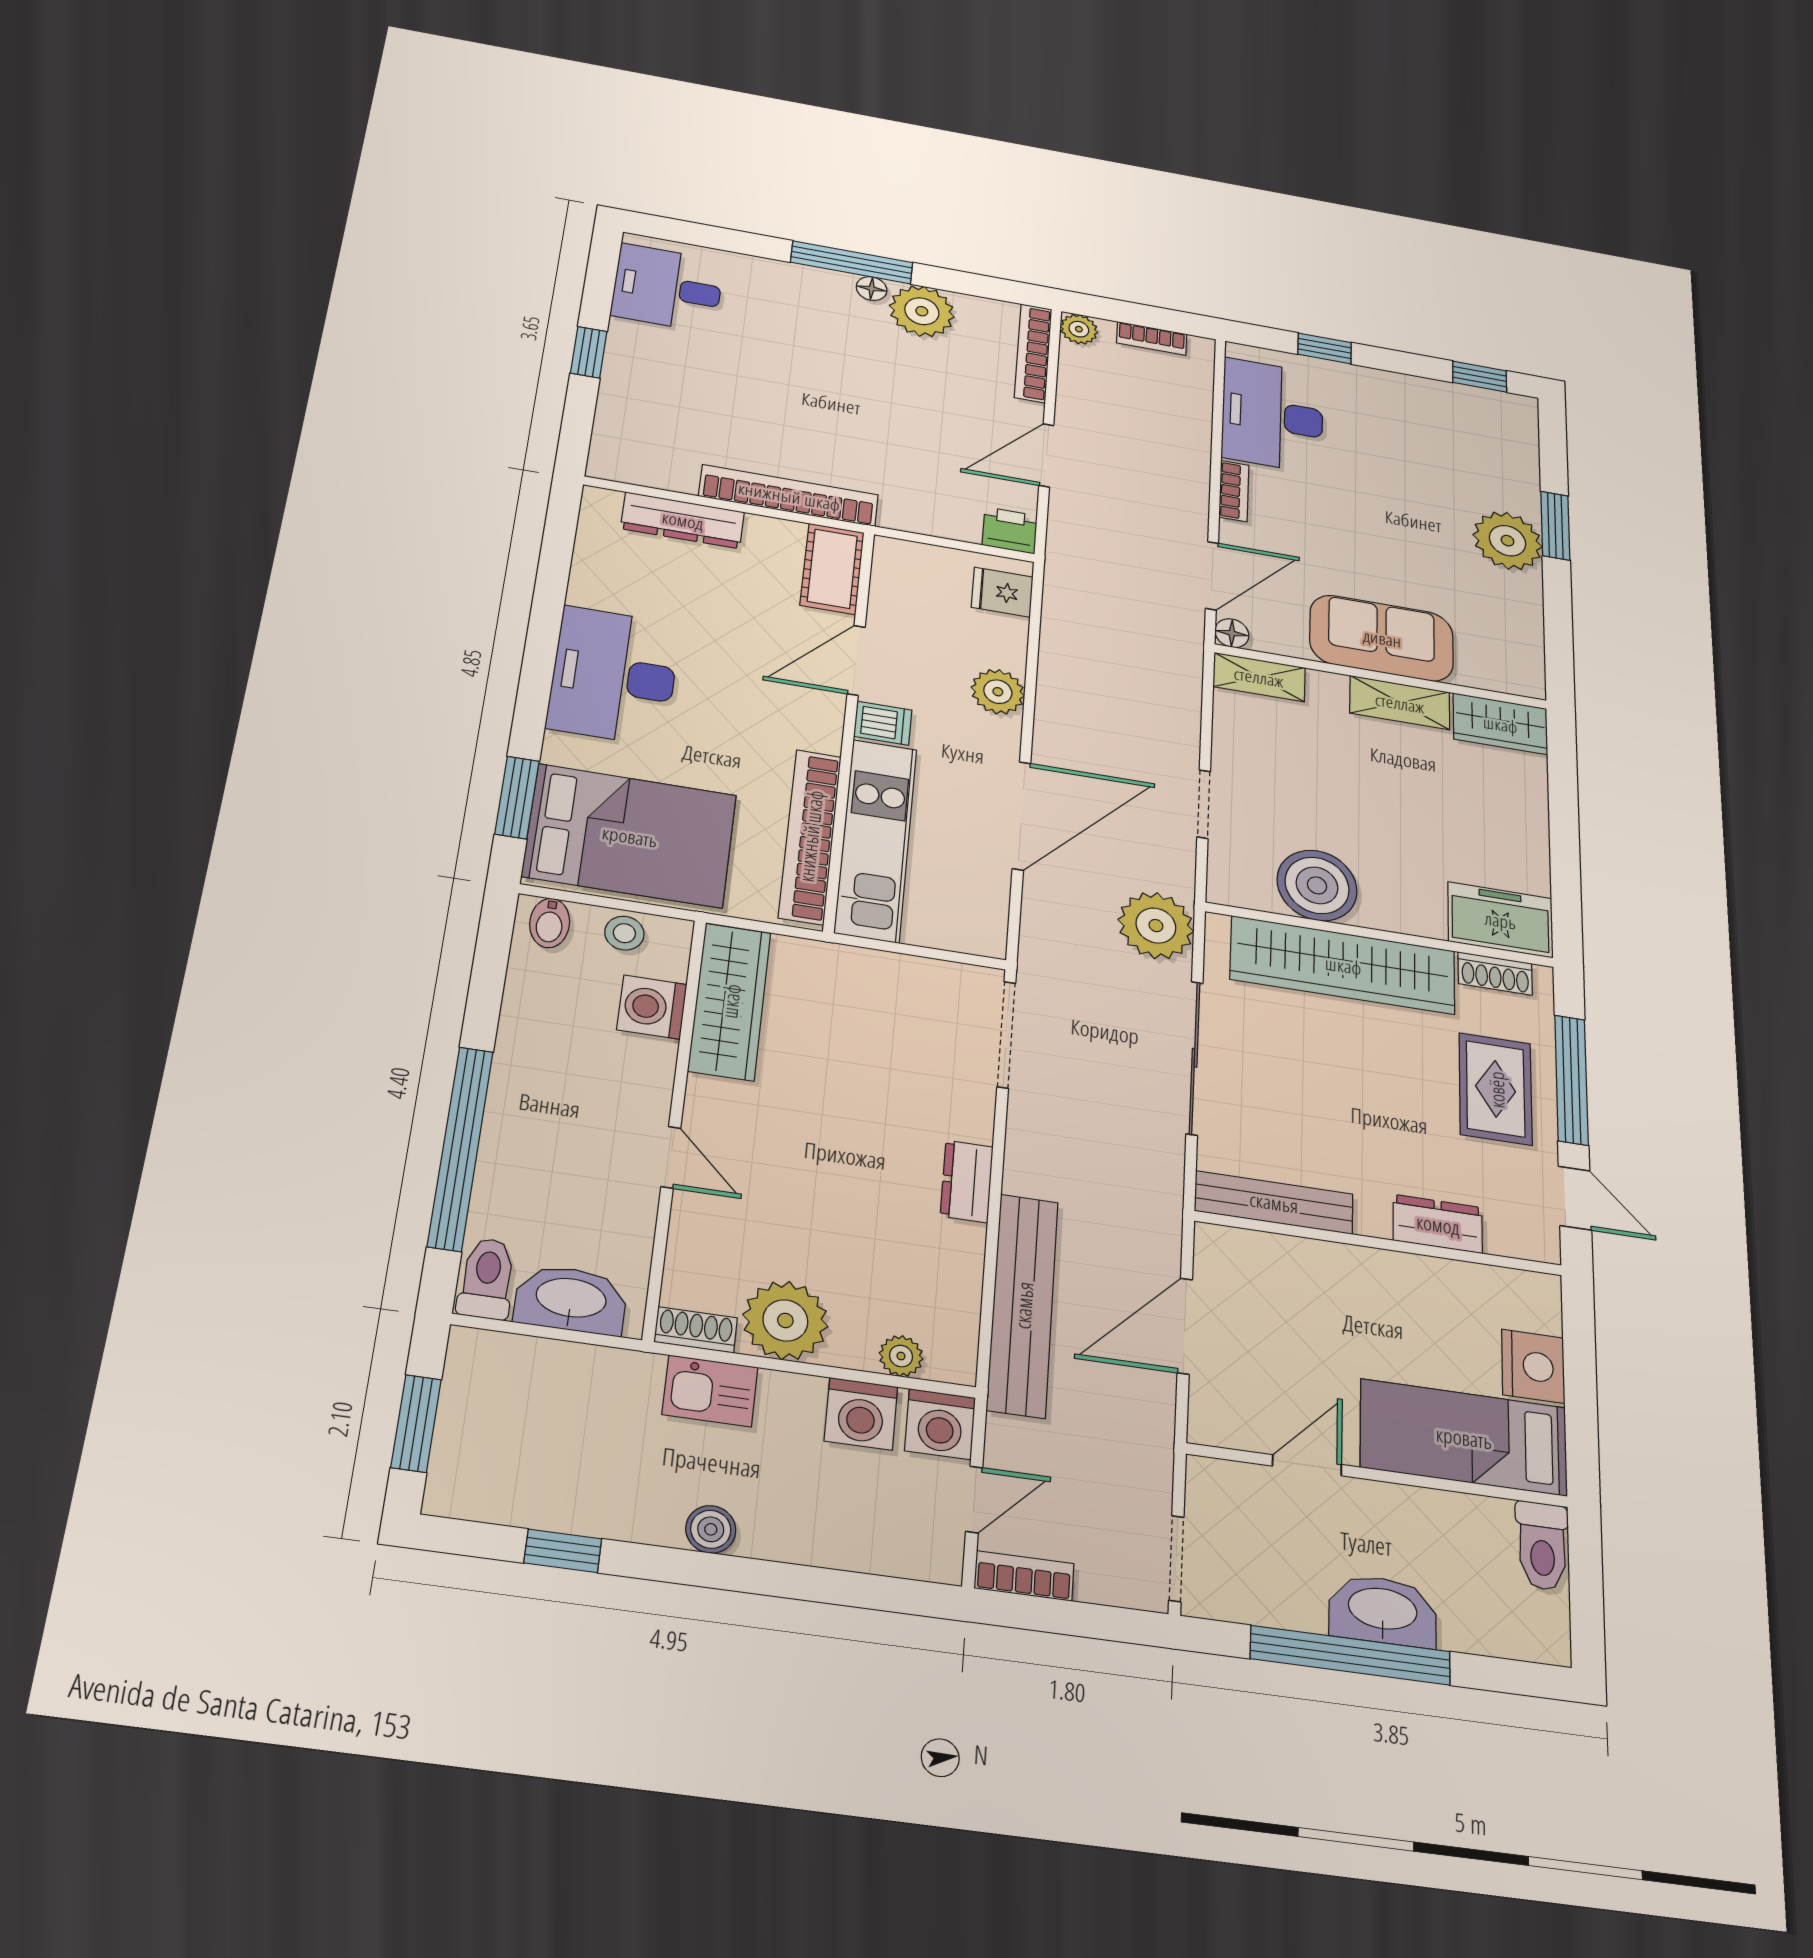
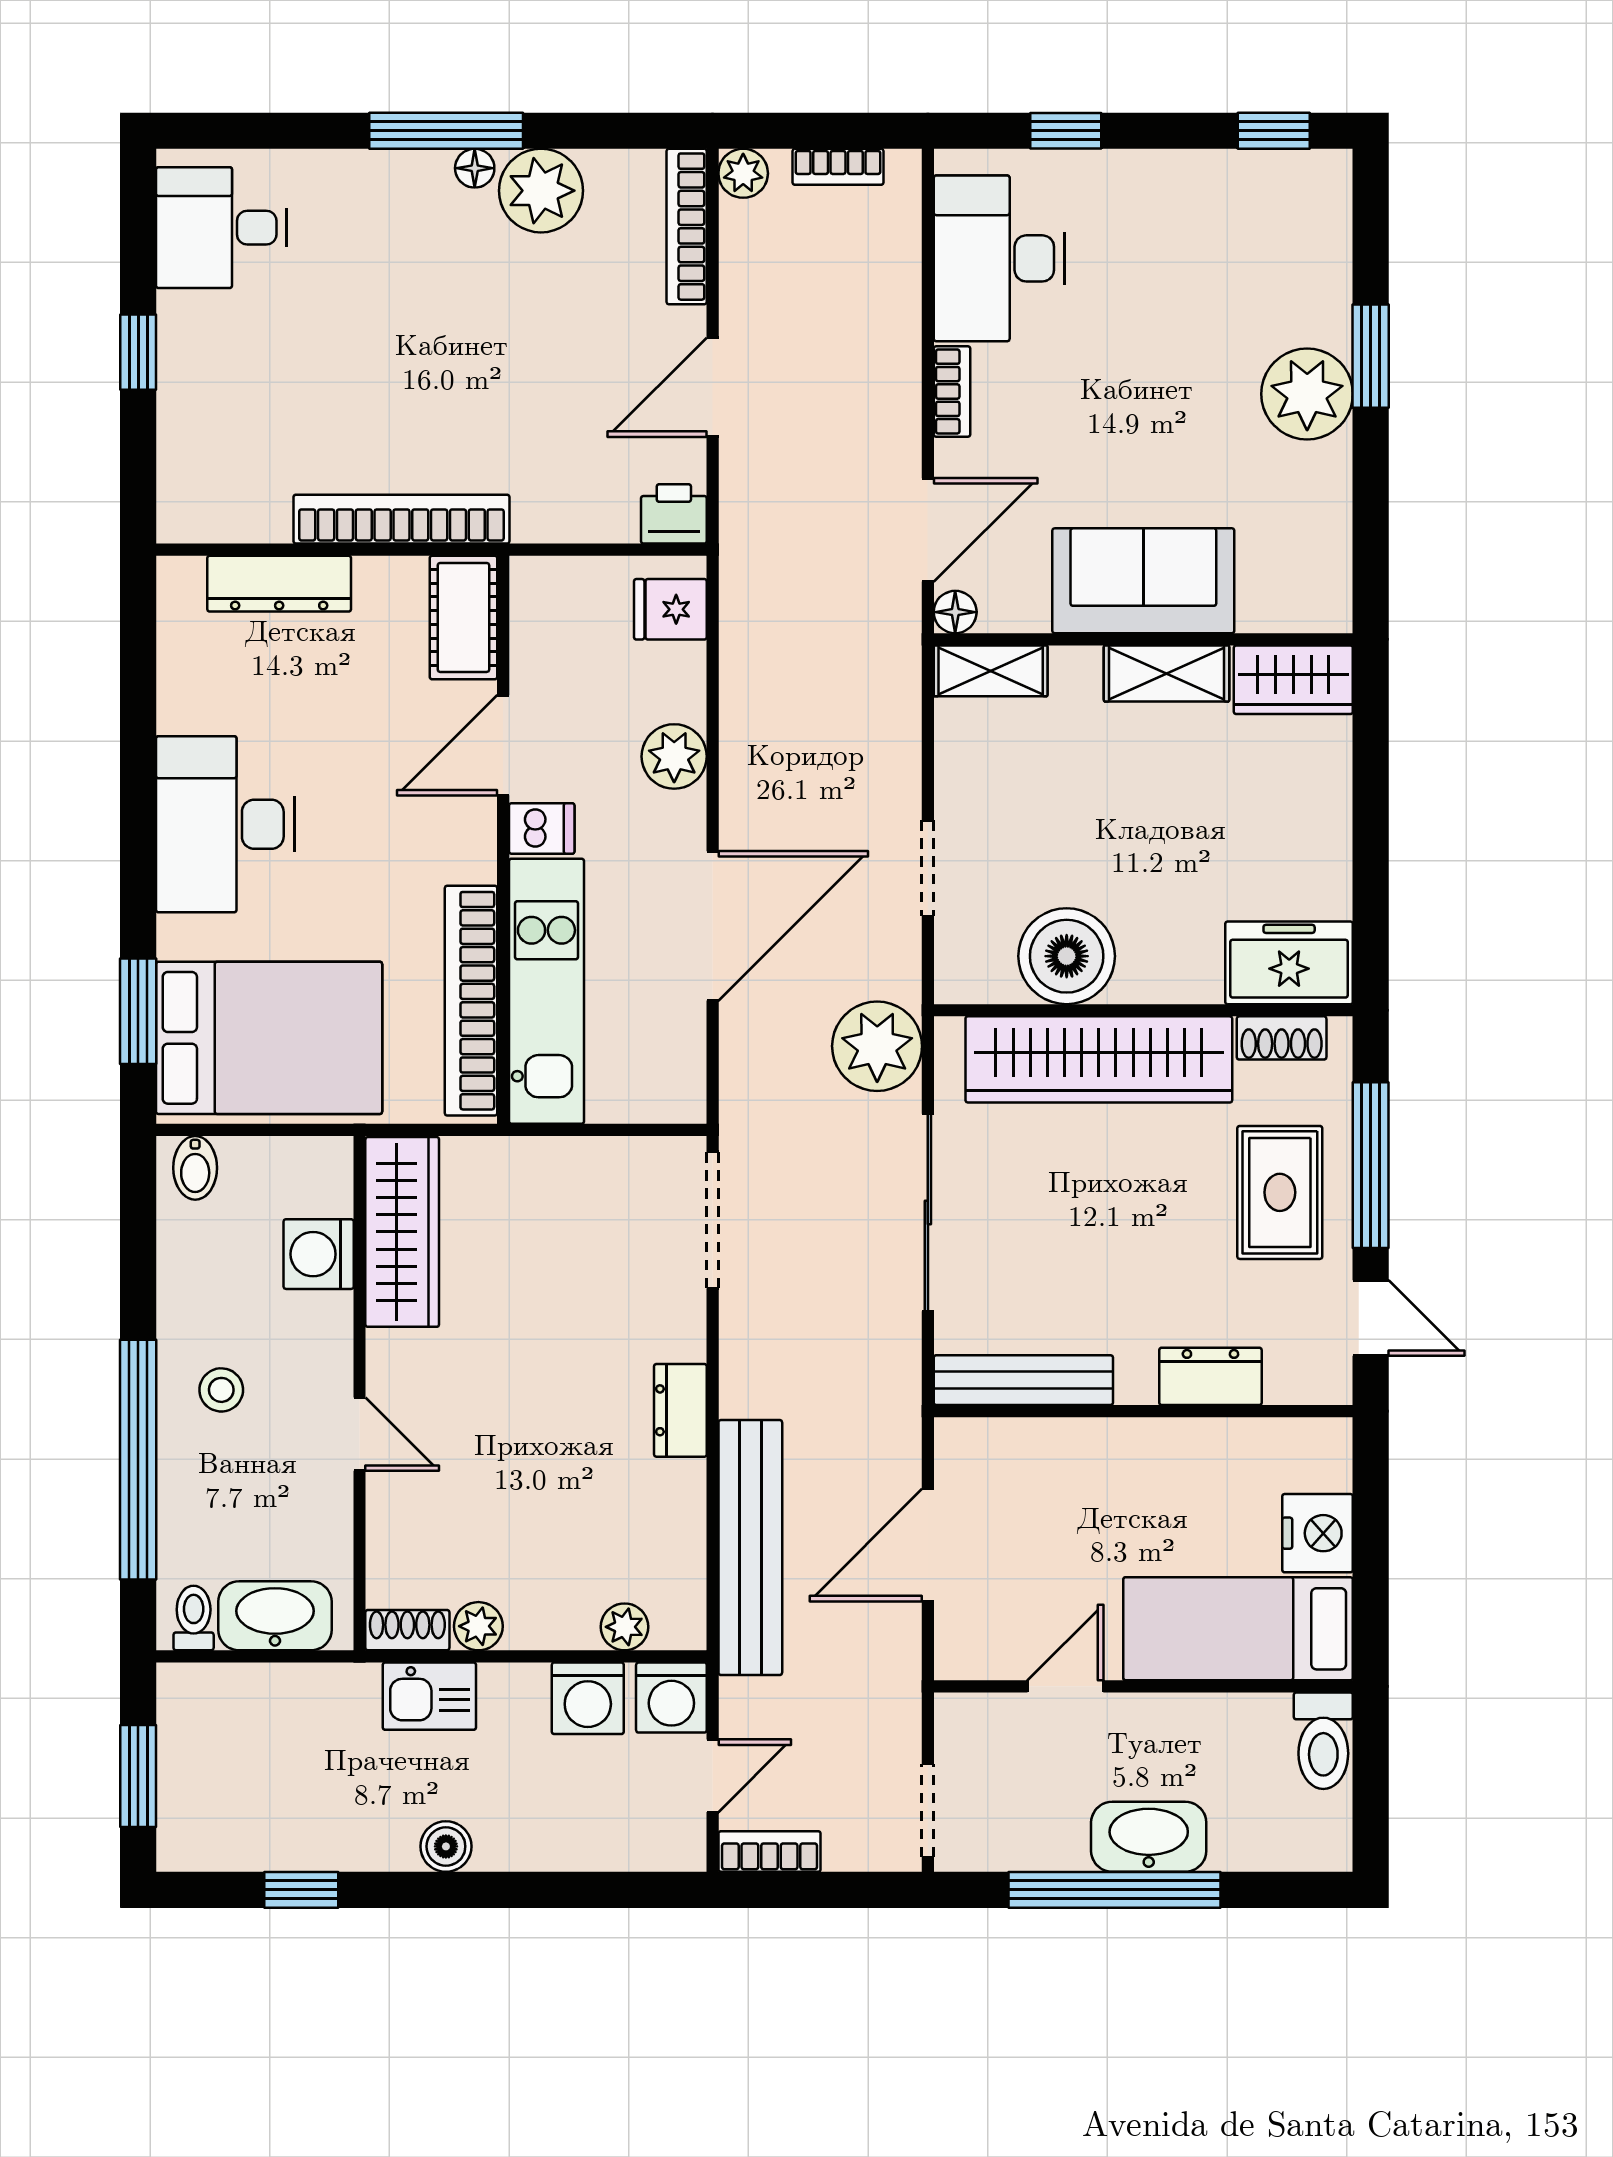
stool: (624, 933) -> (221, 1390), moved
toilet: (487, 1278) -> (194, 1618), width x0.73, depth x0.72
plant: (785, 1320) -> (478, 1626), width x0.53, depth x0.53

